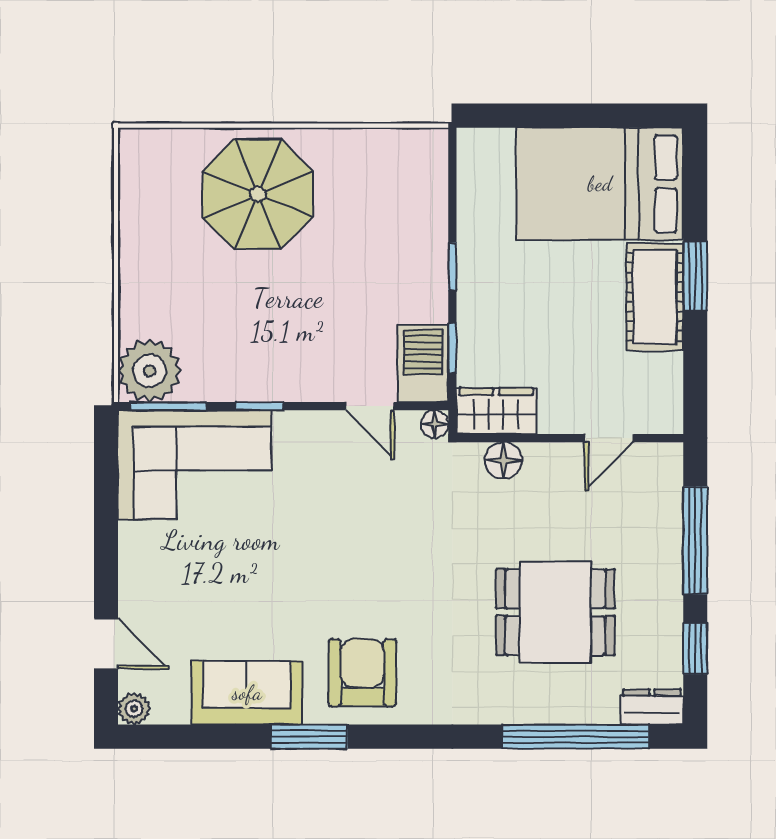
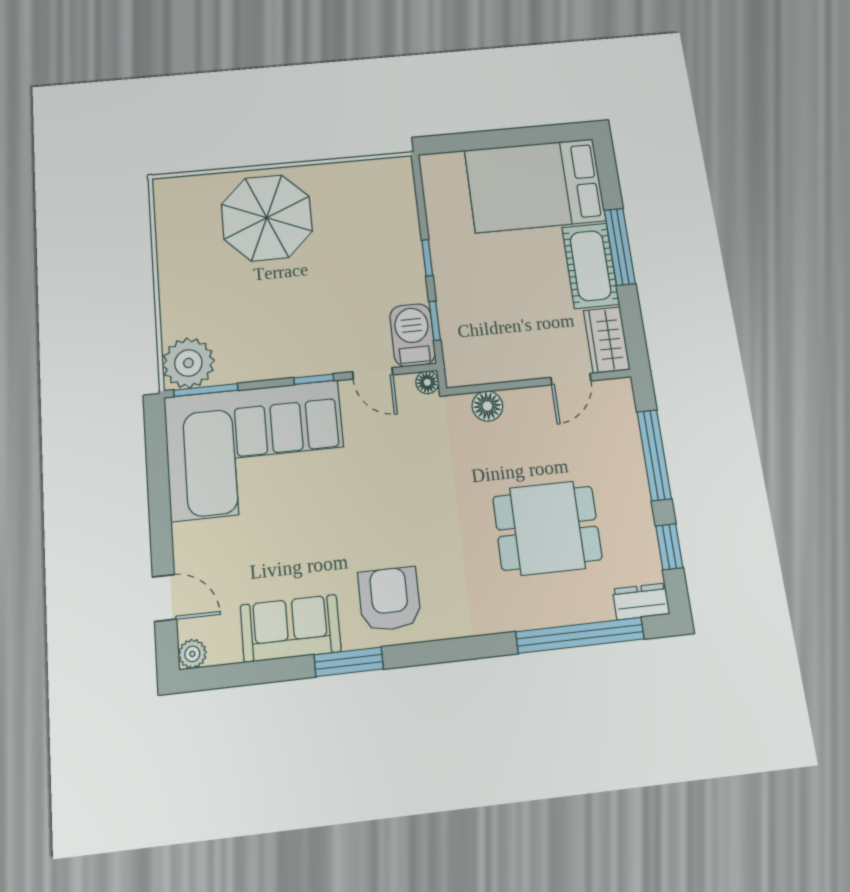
window: (695, 276) -> (620, 247), width x1.44
window: (259, 406) -> (314, 379), moved
wardrobe: (496, 411) -> (607, 340), moved, turned -90
corner sofa: (195, 465) -> (256, 450), width x1.36, depth x1.36

